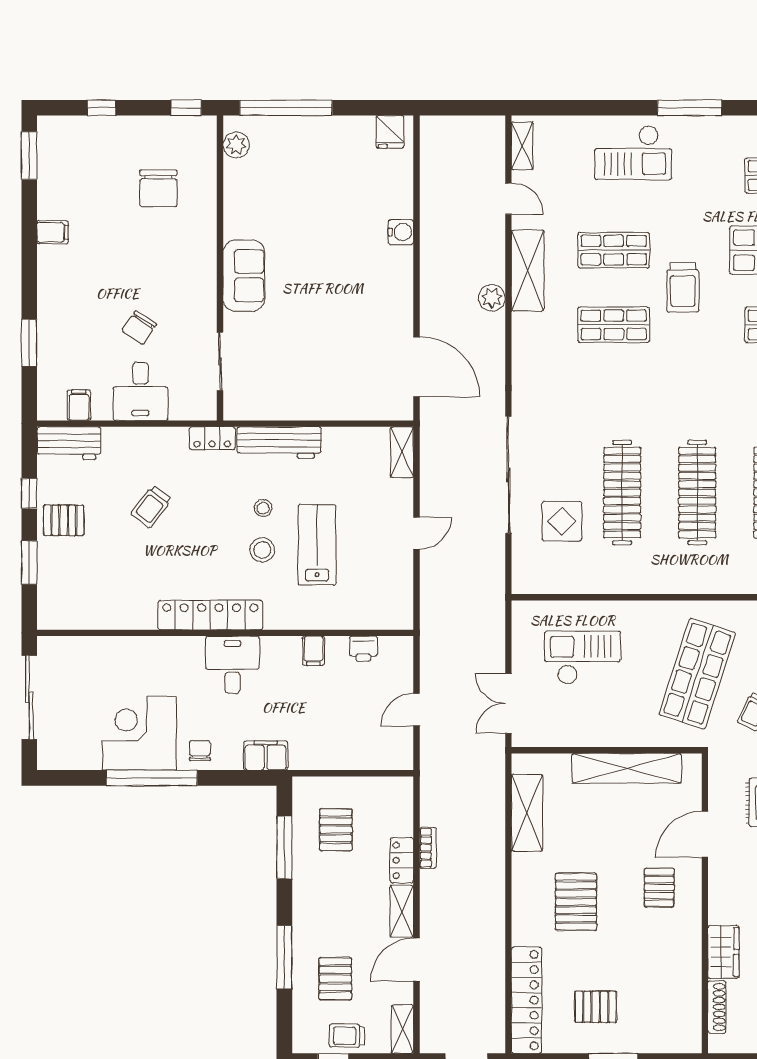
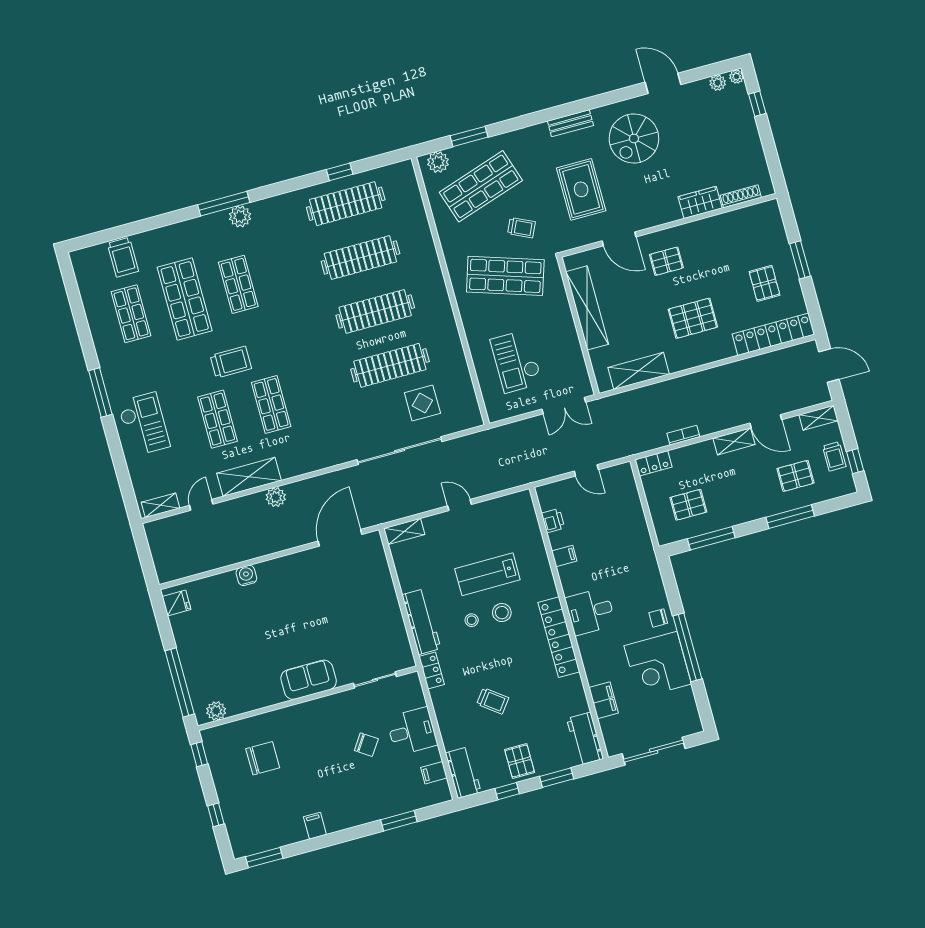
workbench: (70, 613) -> (585, 739), added
filing cabinet: (266, 756) -> (604, 700), moved, turned 180
locker: (402, 860) -> (653, 463), moved

